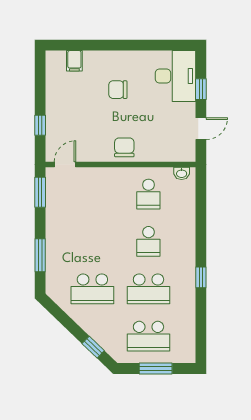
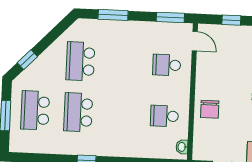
chair: (124, 147) -> (210, 109), moved, turned 90
school desk: (148, 241) -> (167, 65), moved

